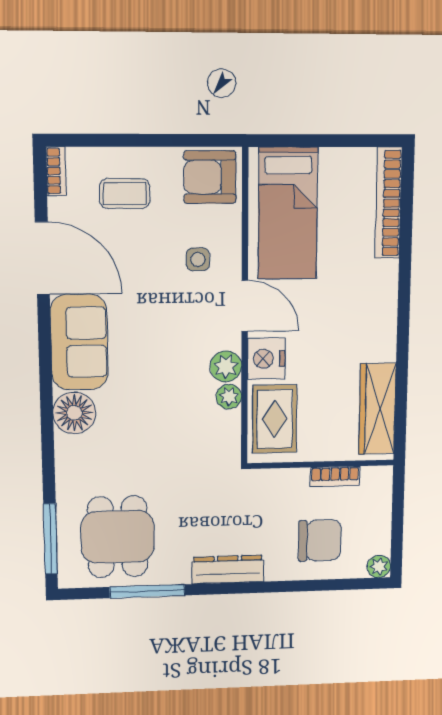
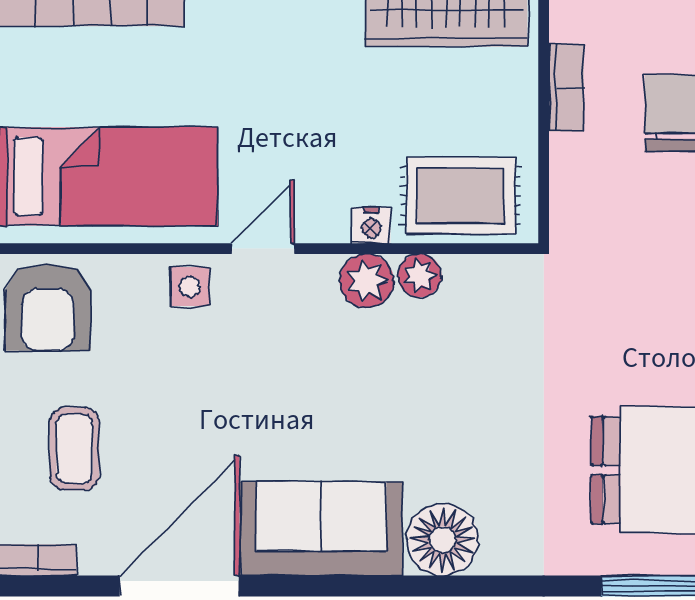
side table: (198, 259) -> (190, 287), moved
door: (245, 306) -> (263, 249), width x0.73
nightstand: (266, 359) -> (371, 225), width x0.53, depth x0.56

